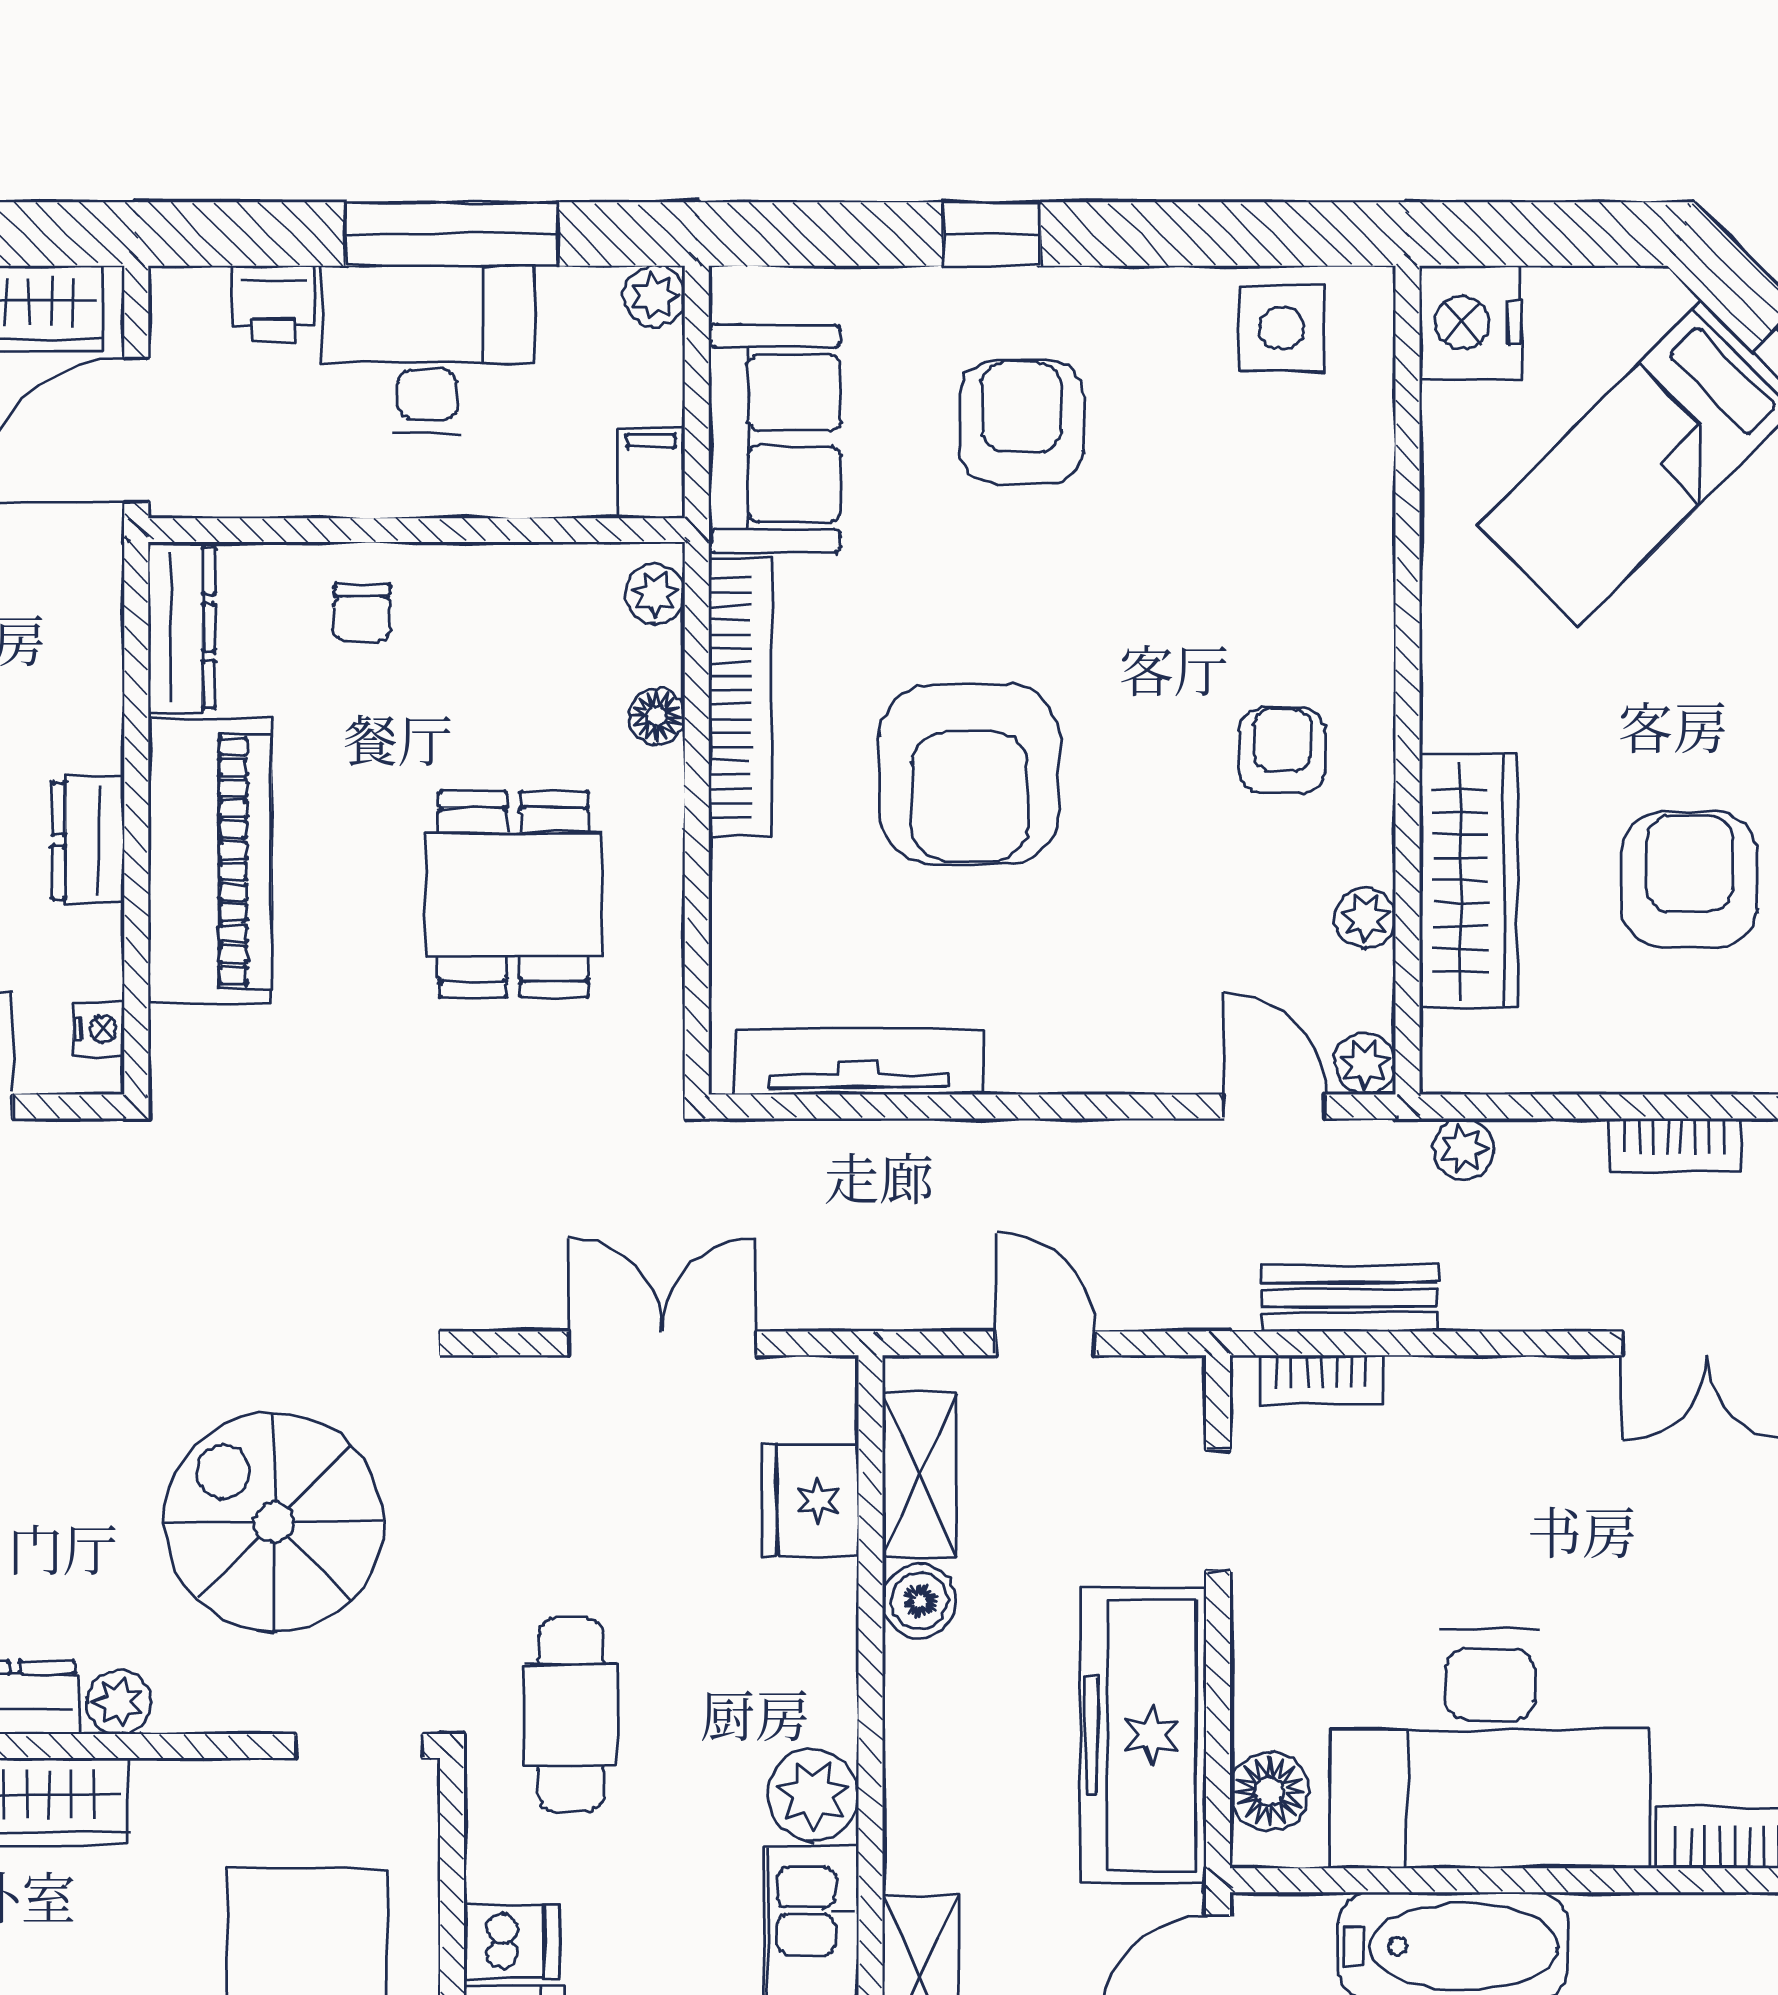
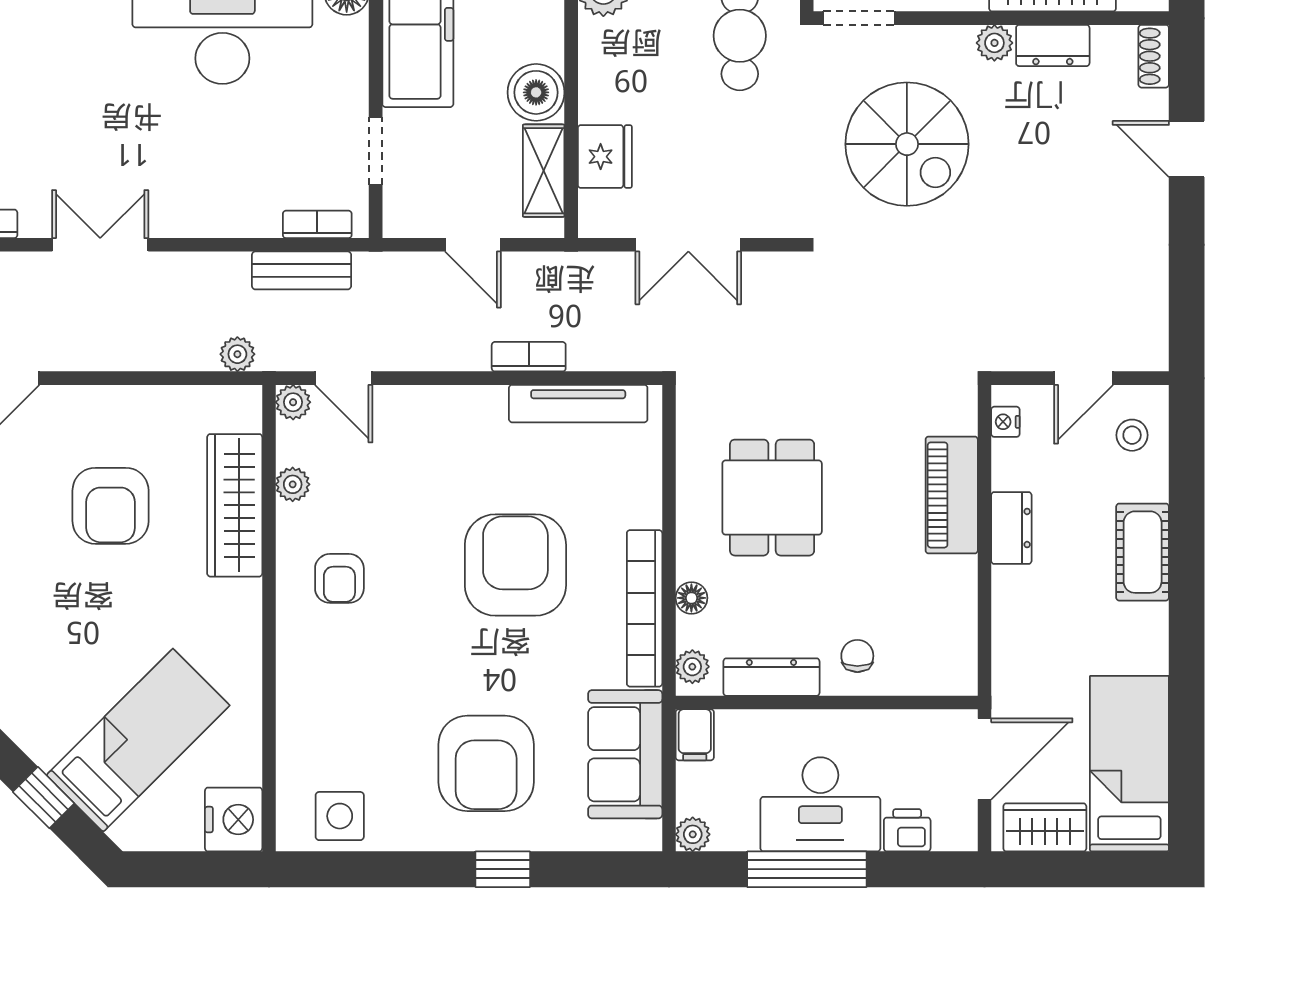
armchair: (1022, 422) -> (486, 763), width x1.36, depth x1.36
dresser: (181, 627) -> (771, 677), moved, turned 90
piano: (210, 861) -> (952, 495), width x0.73, depth x0.75
bookcase: (1674, 1145) -> (529, 357), moved
boiler: (919, 1601) -> (536, 92), width x1.36, depth x1.36

